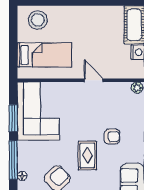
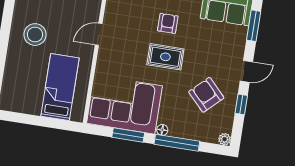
stool: (38, 20) -> (35, 35), moved
rug: (87, 156) -> (165, 57), moved
floor lamp: (22, 176) -> (162, 130), moved

